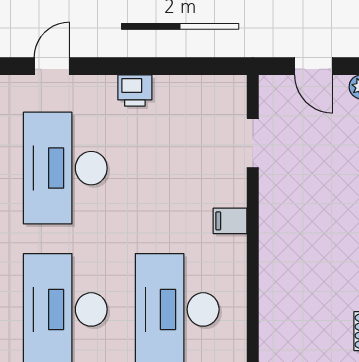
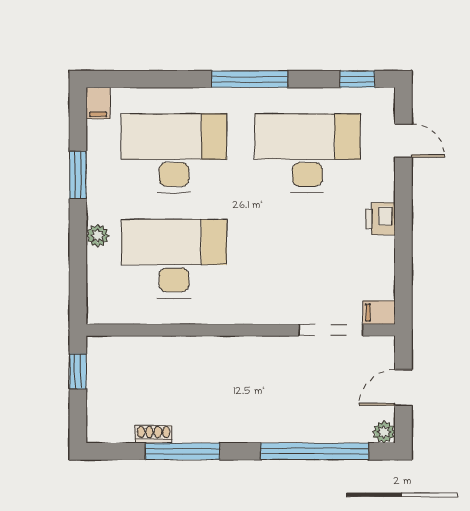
doorway: (253, 143) -> (331, 330), width x1.38
filing cabinet: (230, 221) -> (379, 313), moved, turned -90

